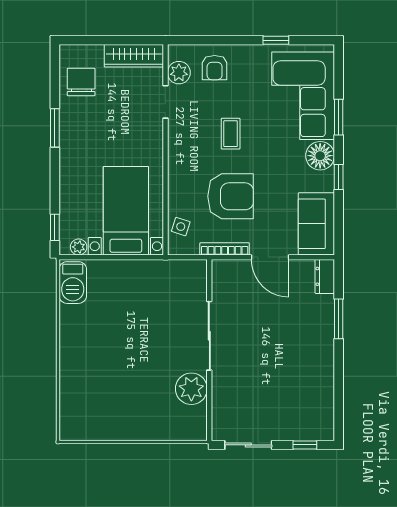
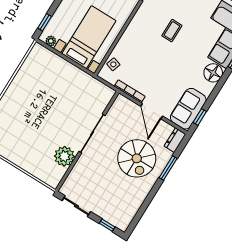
window: (339, 177) -> (200, 117), moved
armchair: (231, 196) -> (151, 65), removed
barbecue: (73, 283) -> (36, 58), removed
spiral stairs: (289, 332) -> (137, 158), added

